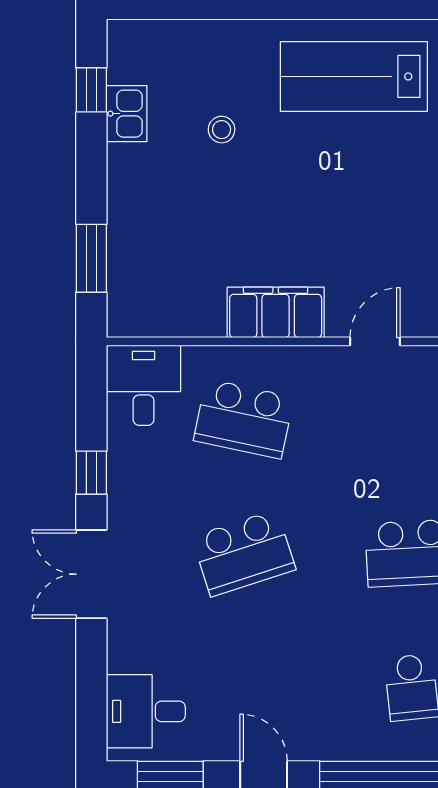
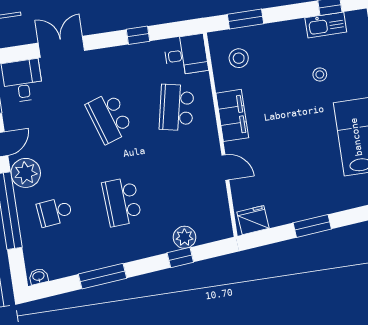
kitchen sink: (127, 114) -> (326, 25), width x1.38
stool: (166, 283) -> (239, 58), added
double door: (91, 574) -> (61, 47), moved
plant: (327, 732) -> (26, 173), added

